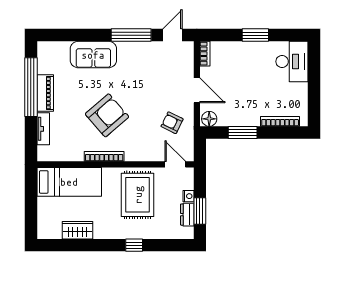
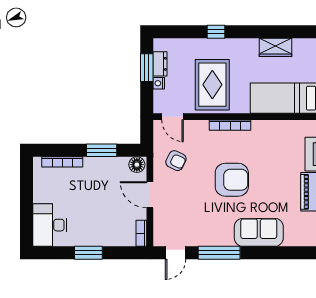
armchair: (107, 115) -> (232, 180), moved, turned -139
bookcase: (104, 156) -> (230, 125), moved

